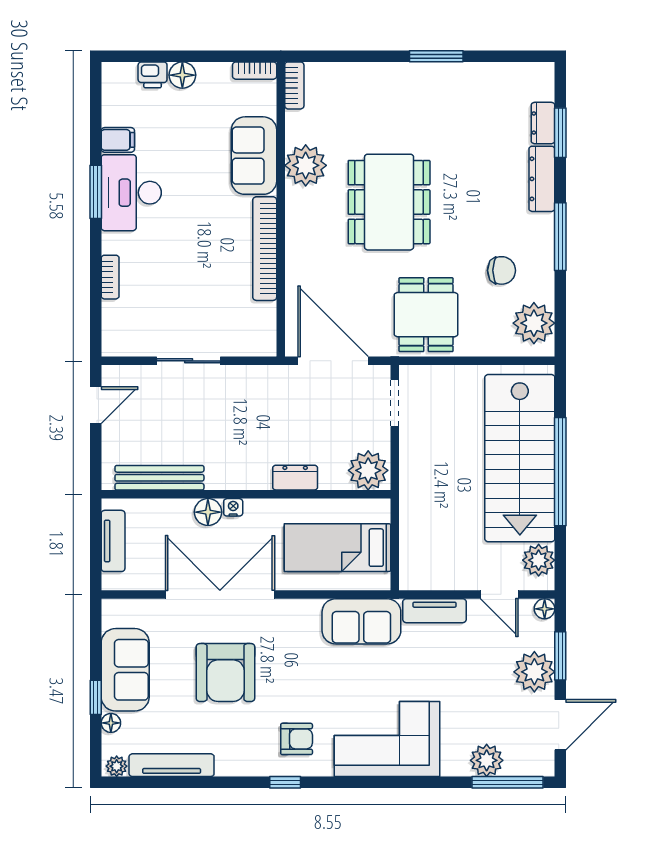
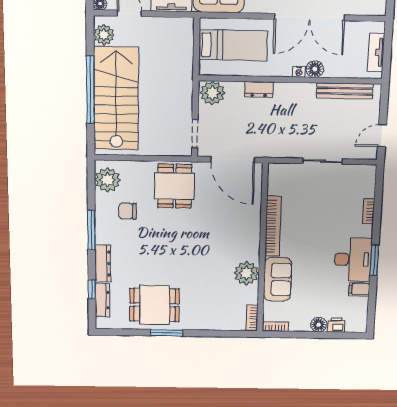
dresser: (543, 123) -> (102, 300), width x1.44
window: (560, 133) -> (92, 289), width x0.67
dining table: (389, 202) -> (155, 305), moved, width x0.73

